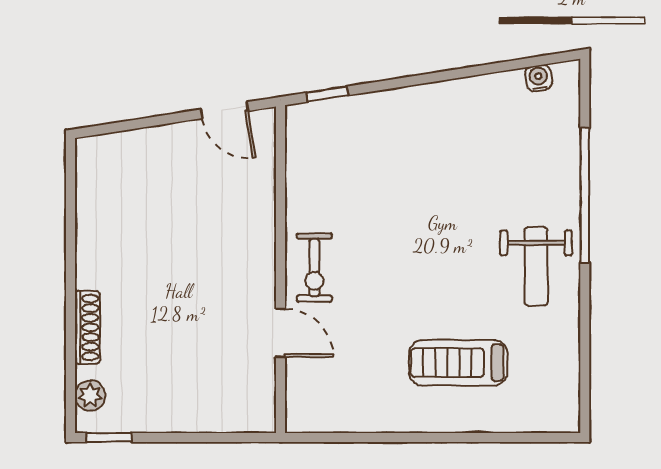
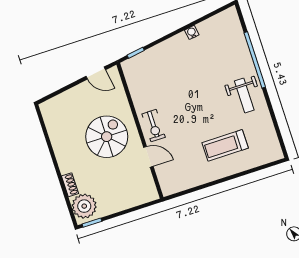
water cooler: (539, 78) -> (192, 32), moved
spiral stairs: (203, 258) -> (107, 137), added
shoe rack: (87, 327) -> (70, 185), width x0.70
plant: (90, 396) -> (84, 206), width x1.88, depth x1.88

